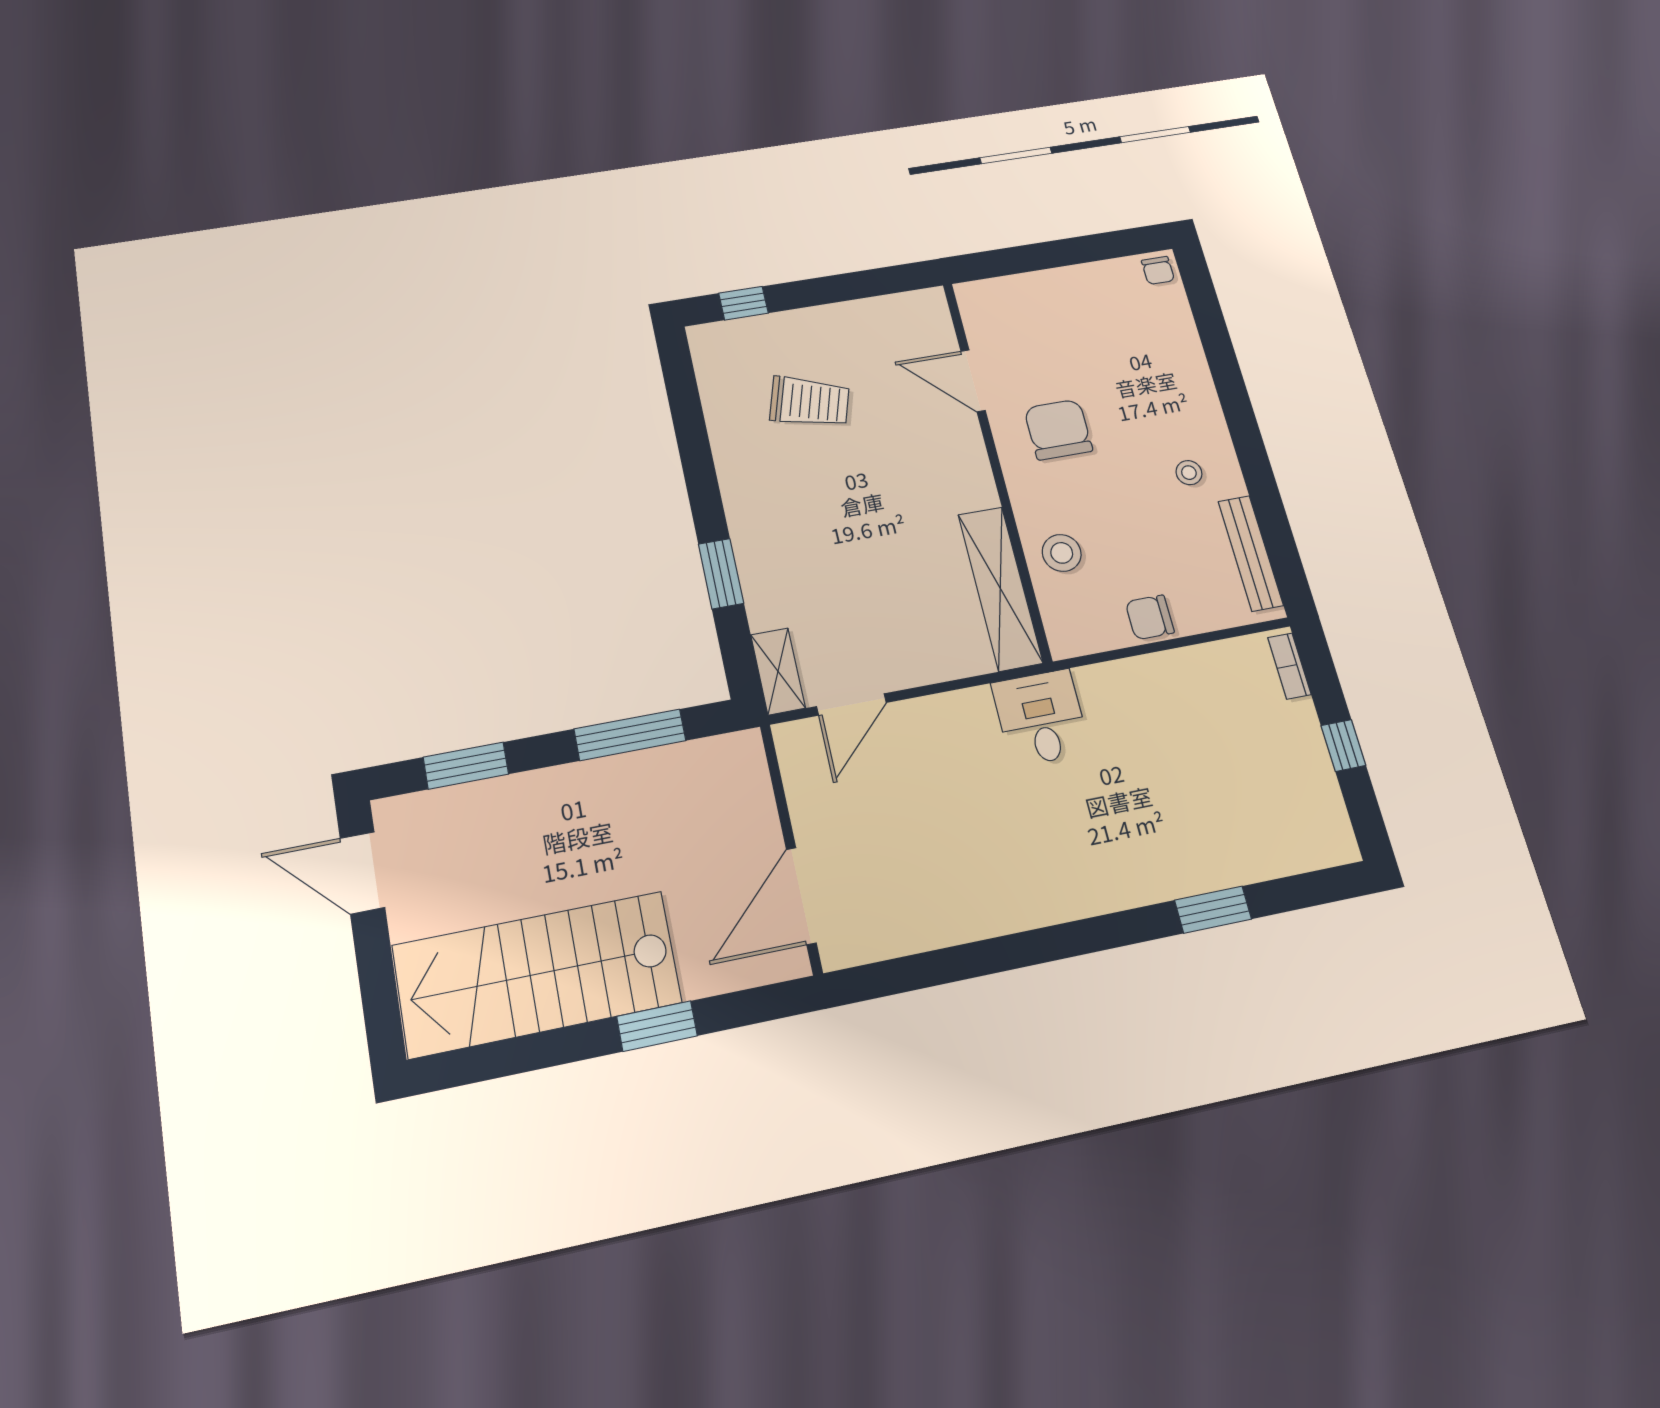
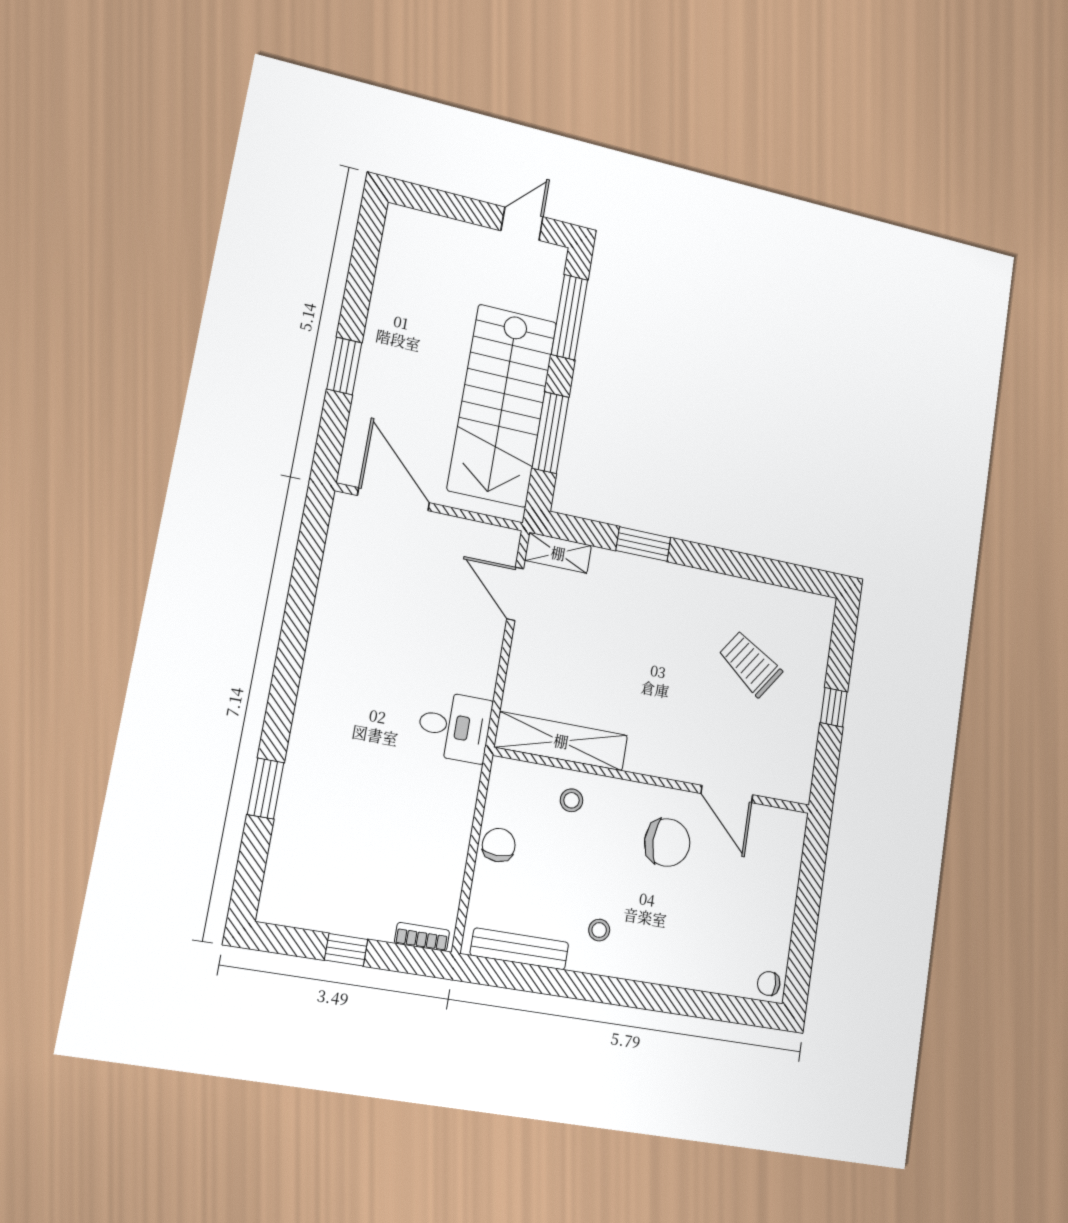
window: (743, 303) -> (834, 707), moved
door: (973, 381) -> (727, 794), swing flipped
trolley: (810, 402) -> (750, 664), turned 108
stool: (1062, 553) -> (571, 800), width x0.73, depth x0.73
window: (466, 766) -> (569, 317), width x1.44
door: (362, 873) -> (522, 224), width x0.73
stairs: (537, 974) -> (502, 405), moved, turned 180

